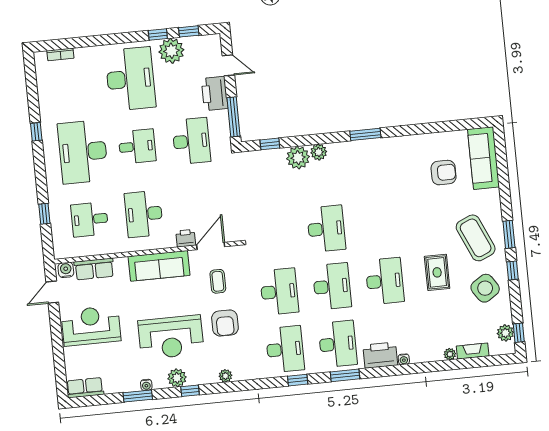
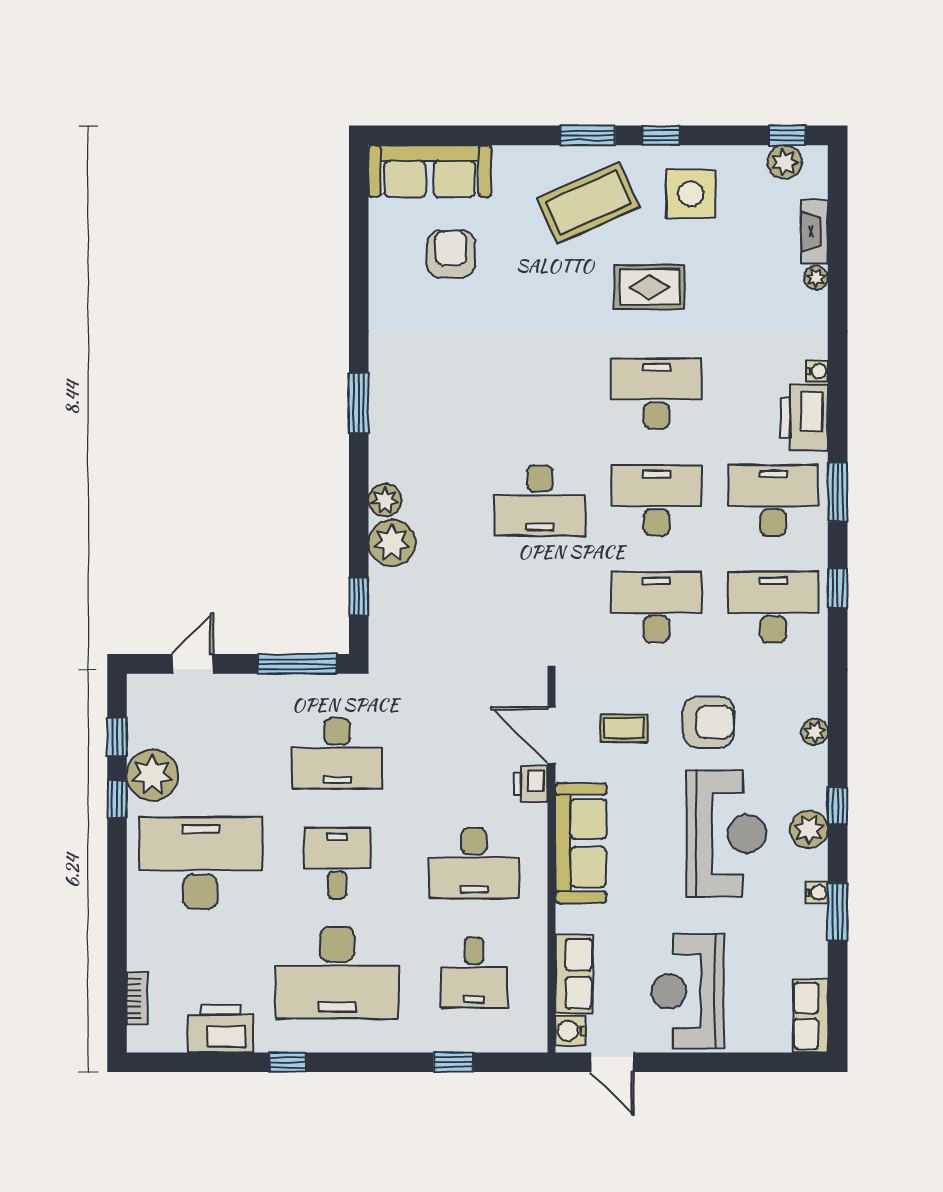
printer: (215, 93) -> (221, 1029), moved, turned 180
desk: (191, 141) -> (337, 753), turned 180
desk: (326, 229) -> (540, 501), turned 180
side table: (485, 288) -> (691, 194), turned 34

